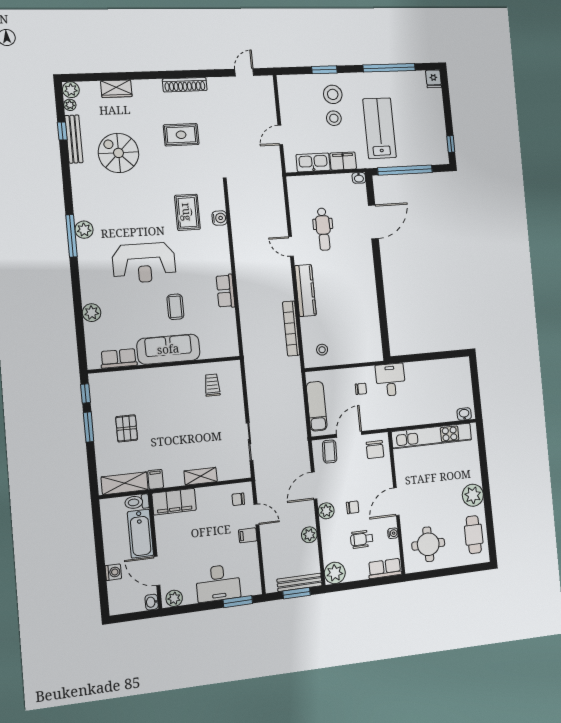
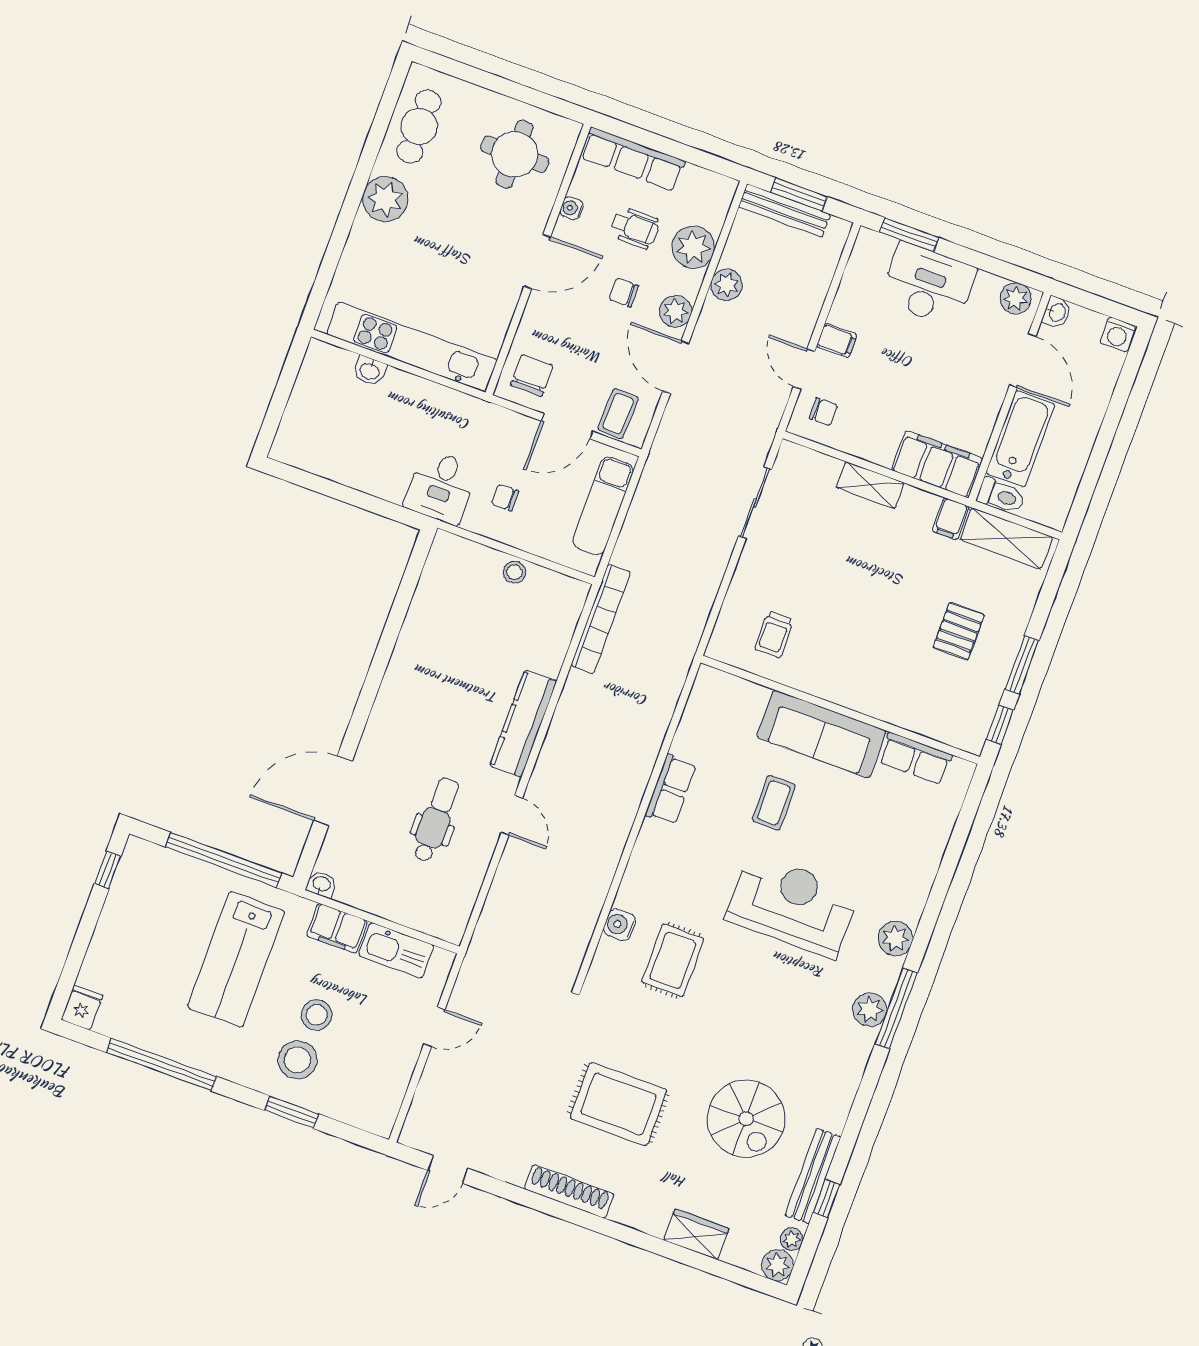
rug: (181, 135) -> (618, 1104), width x1.36, depth x1.43
plant: (92, 313) -> (895, 938), moved
bookcase: (291, 328) -> (601, 619), moved
stool: (322, 350) -> (514, 572), moved
washbasin: (464, 414) -> (370, 371), moved
door: (314, 486) -> (676, 367), swing flipped
row of seats: (385, 568) -> (633, 159), width x1.48
washing machine: (113, 572) -> (1118, 334), moved, turned -90
plant: (335, 573) -> (693, 247), moved

